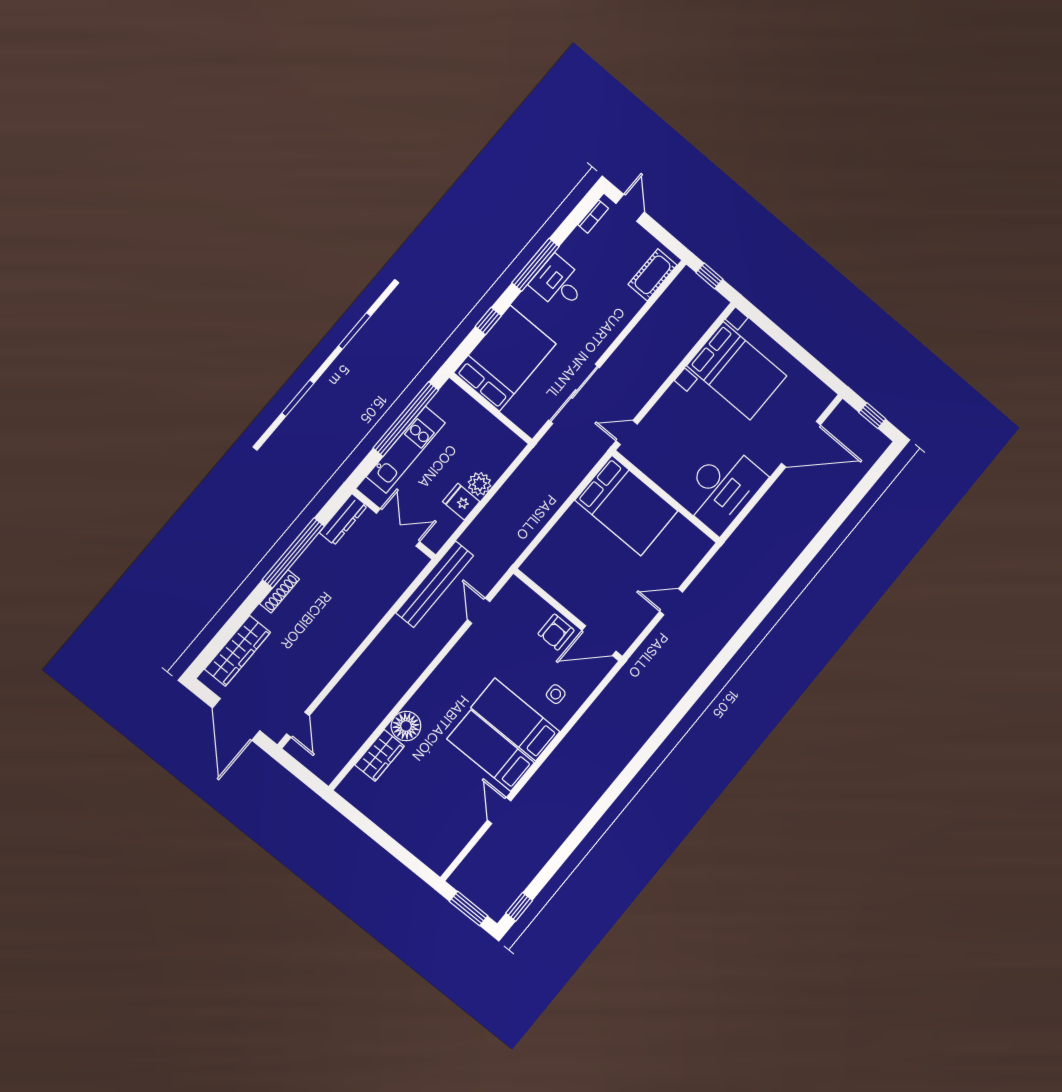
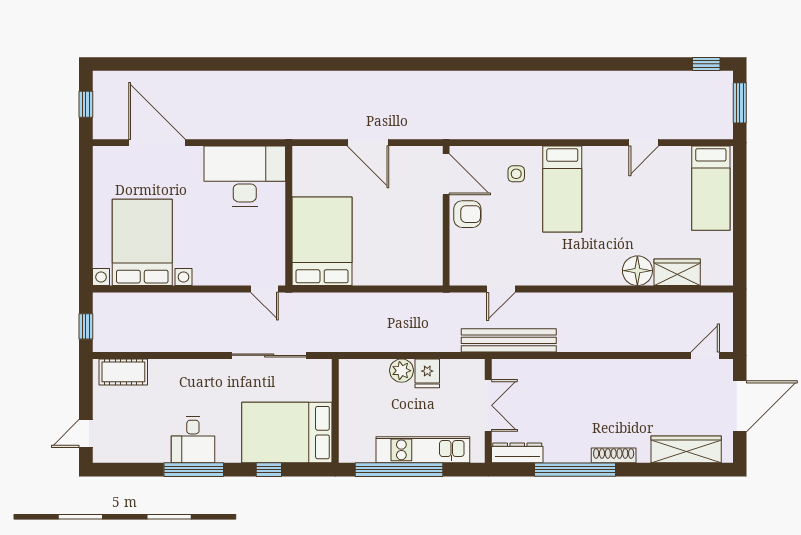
bookcase: (593, 217) -> (118, 456), removed
double door: (398, 527) -> (488, 405), swing flipped
door: (671, 602) -> (368, 143), width x1.38
bed: (491, 751) -> (711, 188), moved

